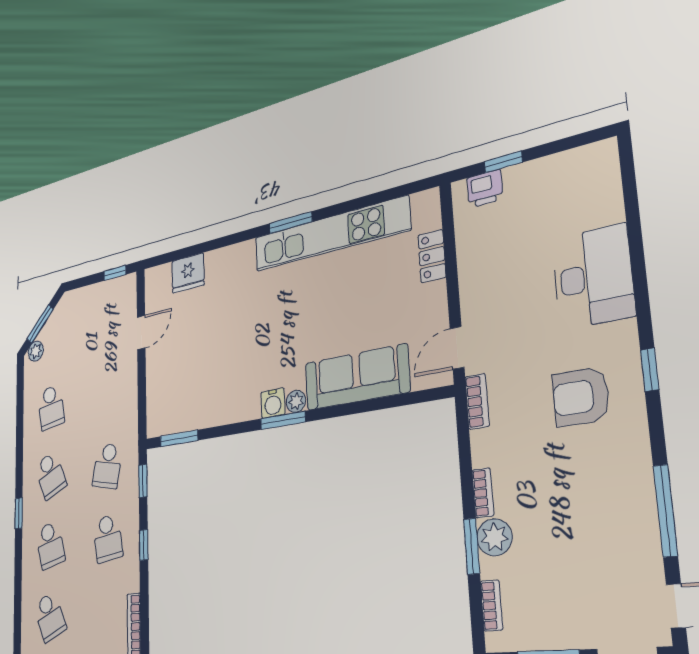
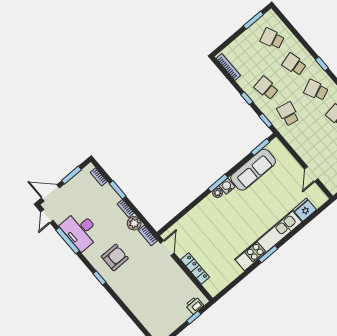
kitchen unit: (330, 234) -> (268, 241), moved
locker: (432, 256) -> (195, 269), width x1.53
desk: (593, 277) -> (80, 230), moved
sofa: (357, 377) -> (253, 170), moved
plant: (494, 537) -> (134, 223), moved

